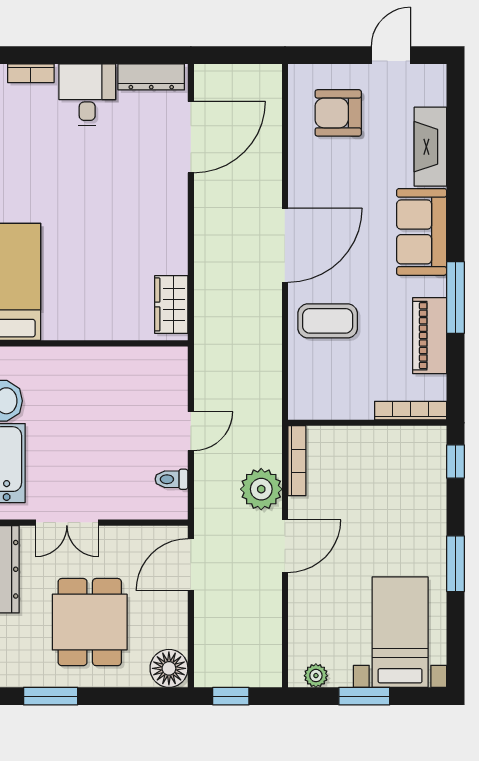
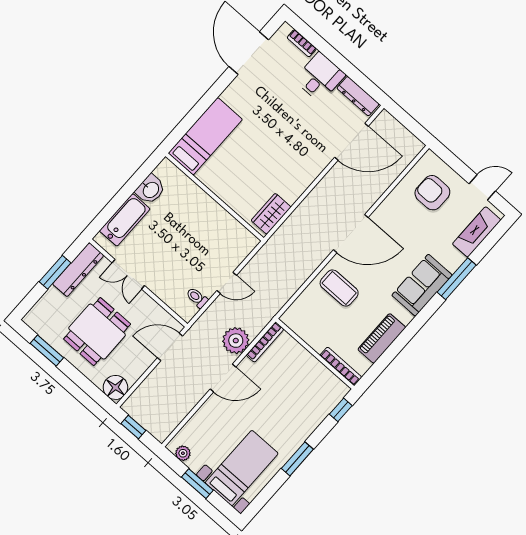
fireplace: (430, 147) -> (477, 232), moved
window: (456, 298) -> (457, 279), moved

